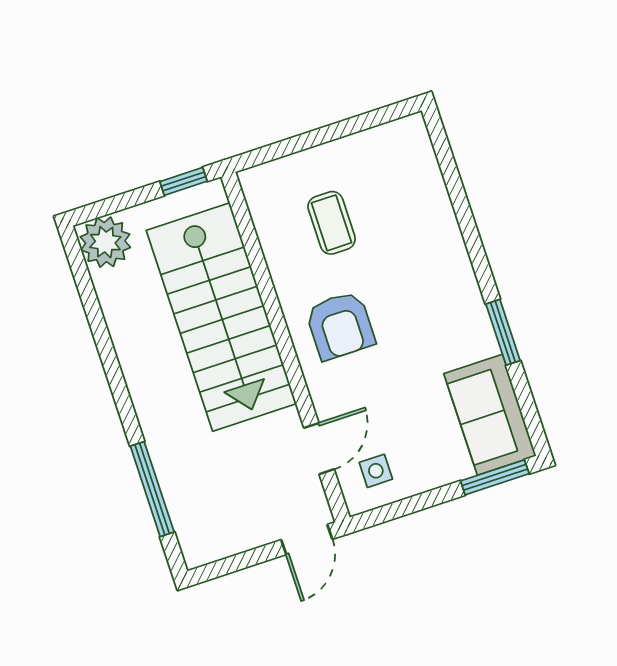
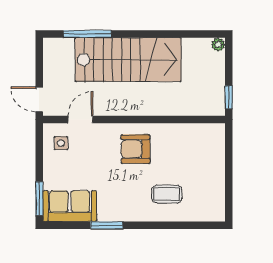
coffee table: (332, 223) -> (167, 194), moved
plant: (105, 242) -> (218, 44), width x0.53, depth x0.53
stairs: (221, 317) -> (128, 60), moved, turned 180
door: (319, 449) -> (80, 120), swing flipped

